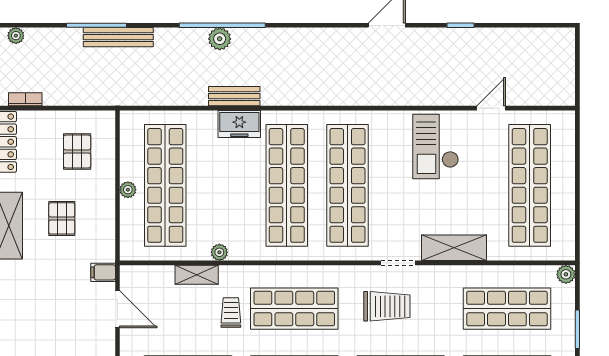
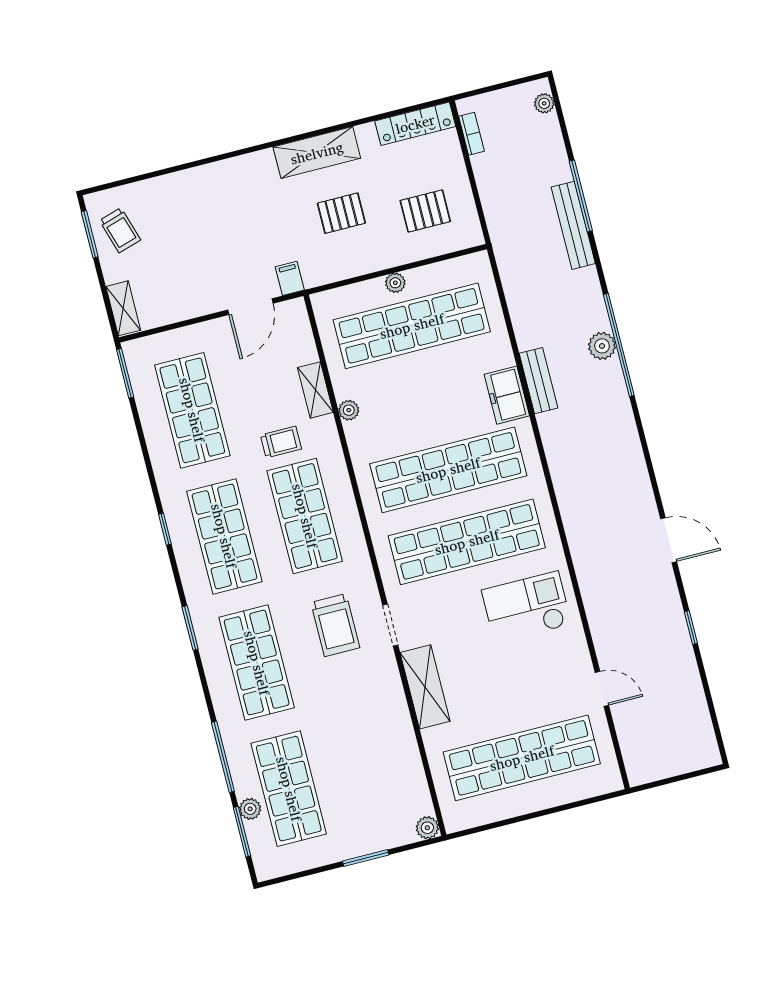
checkout: (436, 146) -> (527, 607), moved
shop shelf: (507, 309) -> (369, 768), removed

